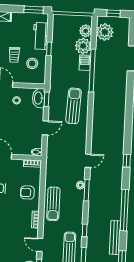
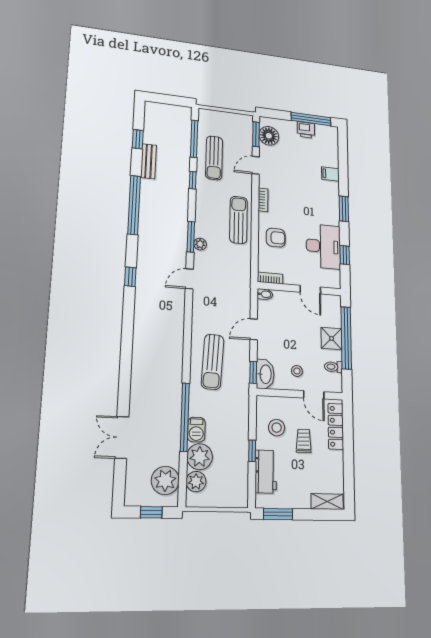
bench: (115, 238) -> (149, 161), width x0.73
door: (40, 245) -> (256, 165), swing flipped

